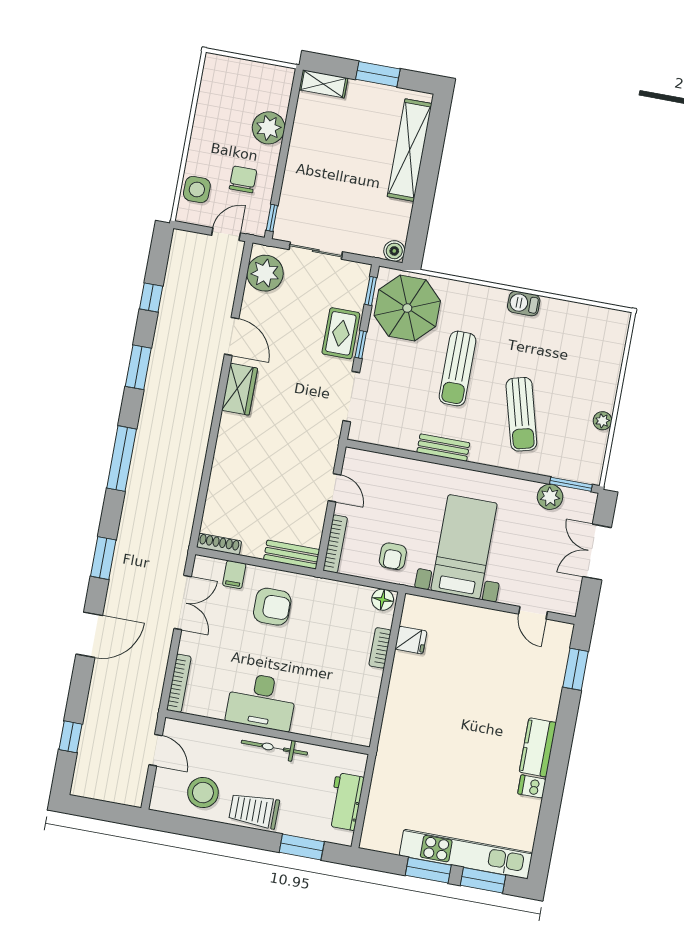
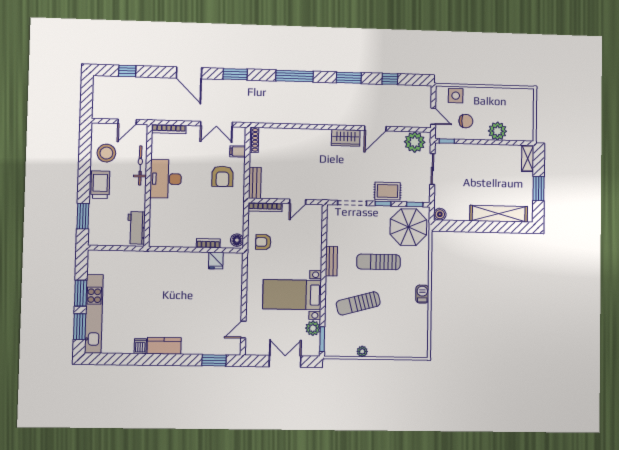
bed with nightstands: (464, 547) -> (292, 295), moved, turned 180
bicycle: (274, 748) -> (140, 165), moved
workbench: (345, 802) -> (136, 228), moved, turned -90

